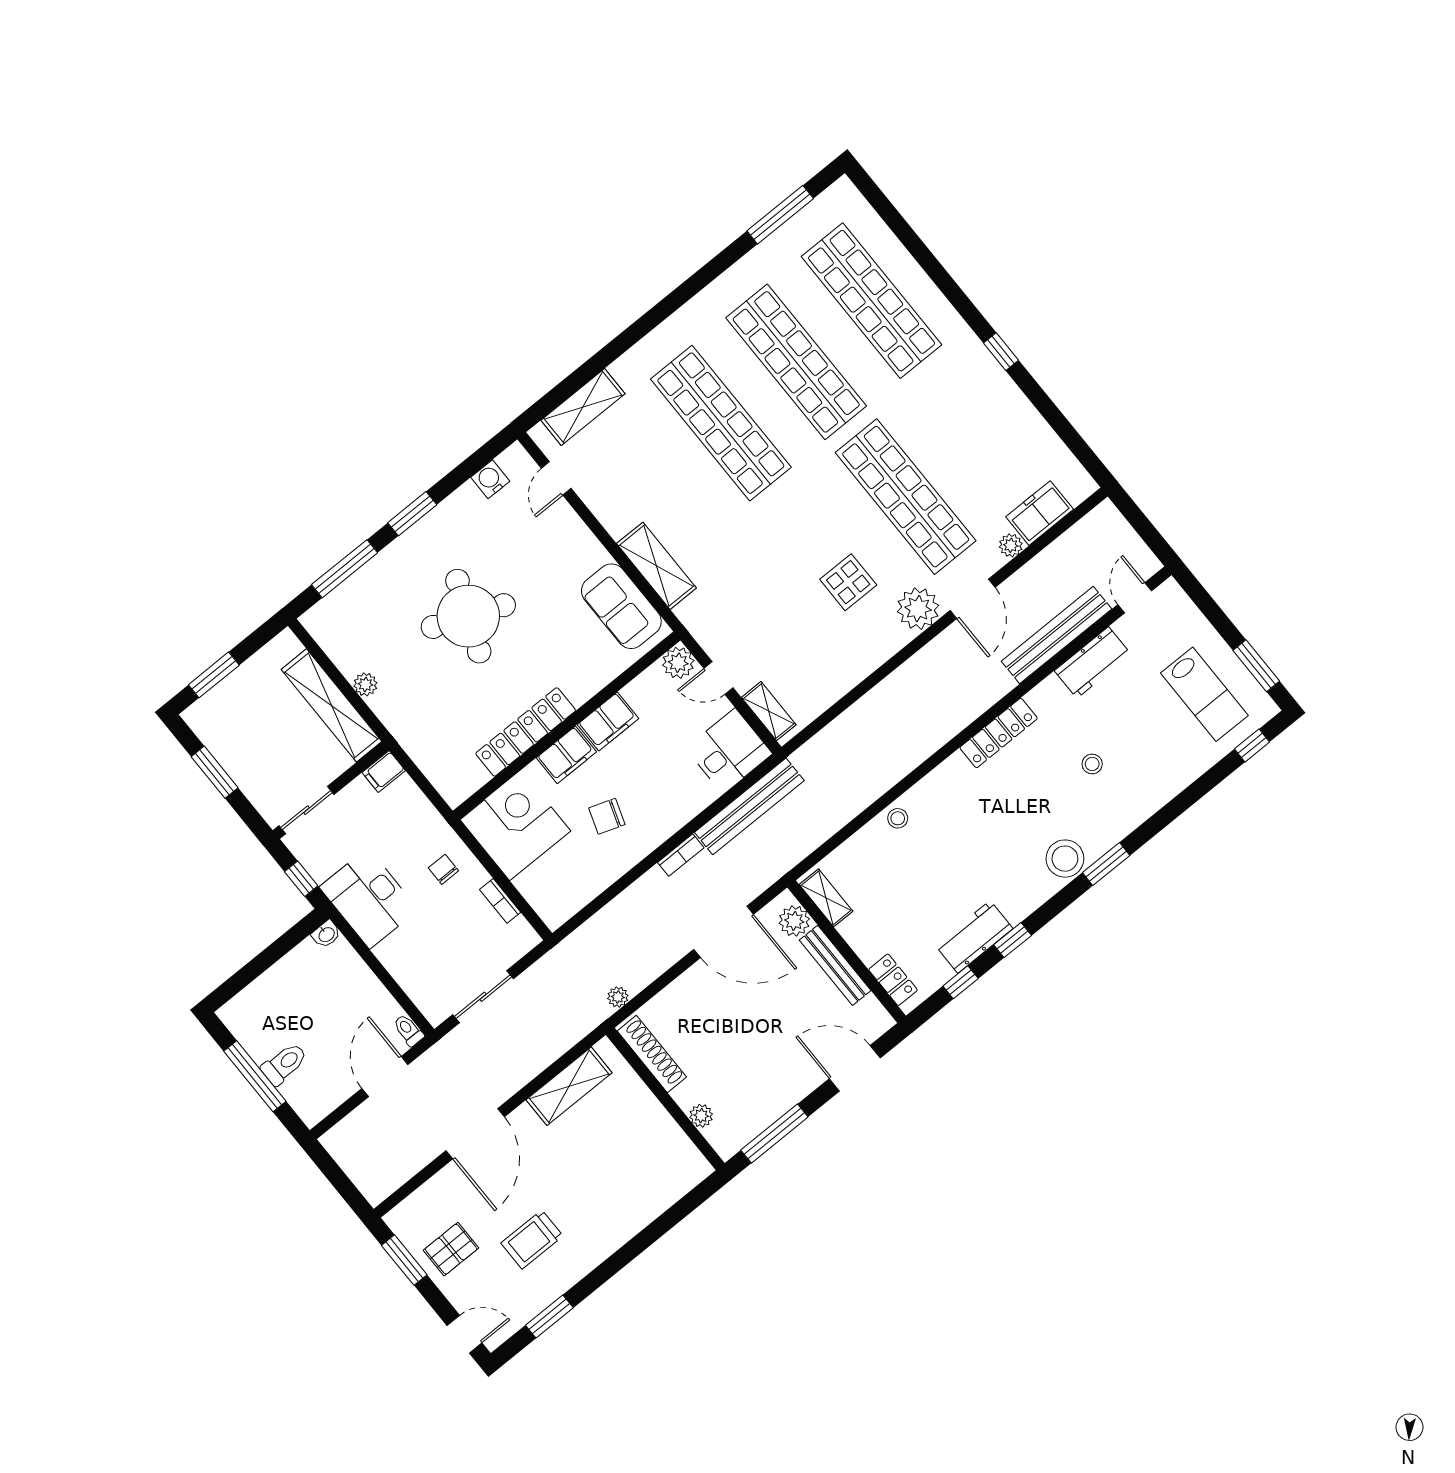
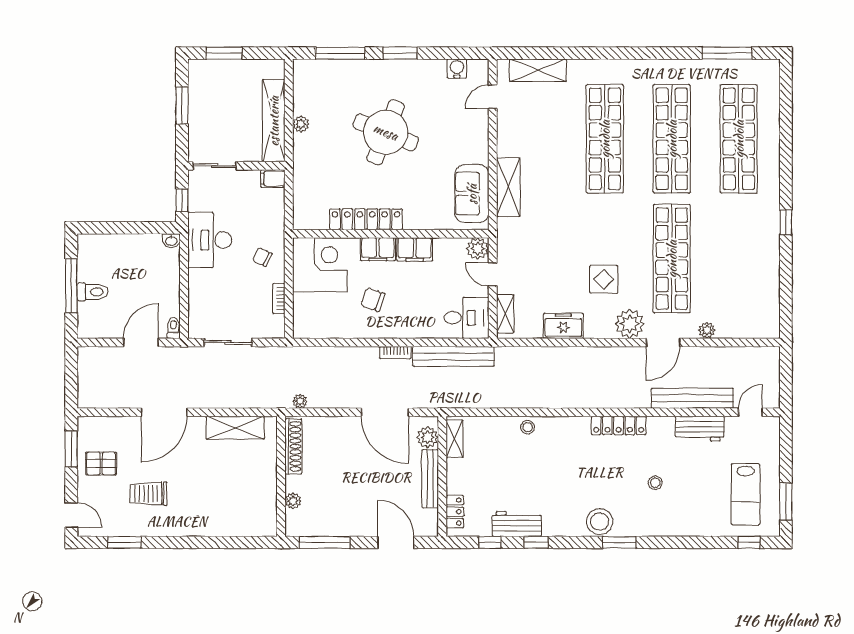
freezer: (1040, 513) -> (563, 326), moved
chair: (443, 869) -> (262, 257), turned -64

